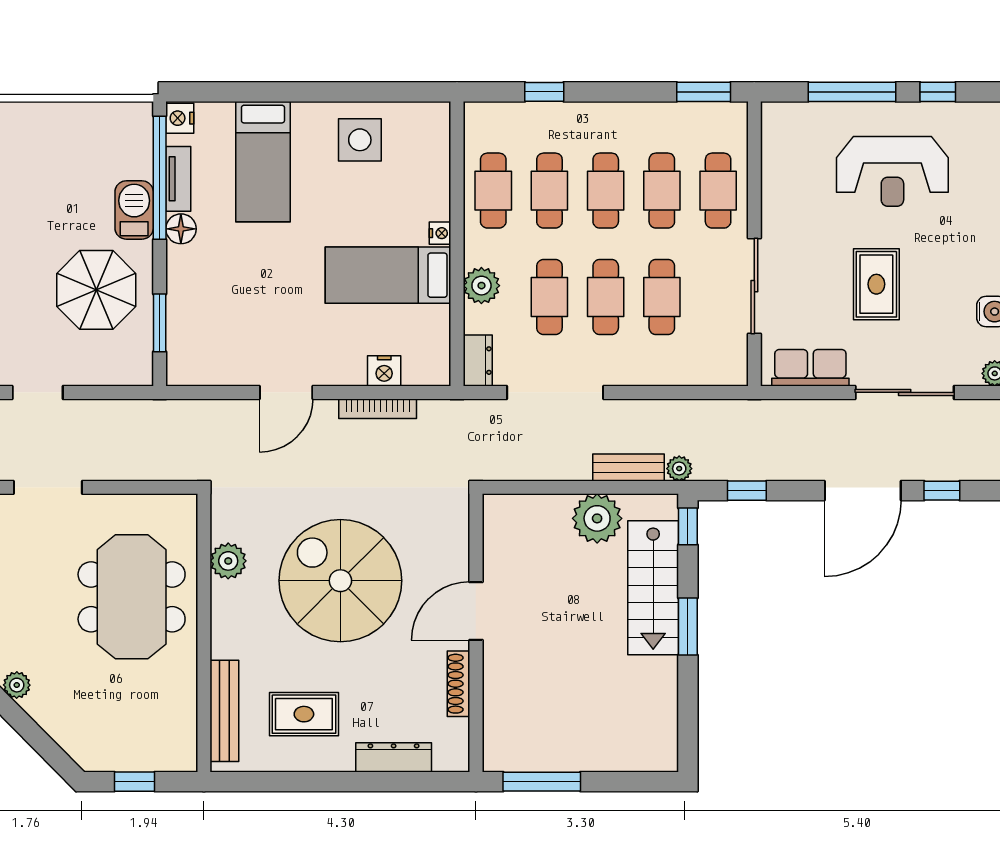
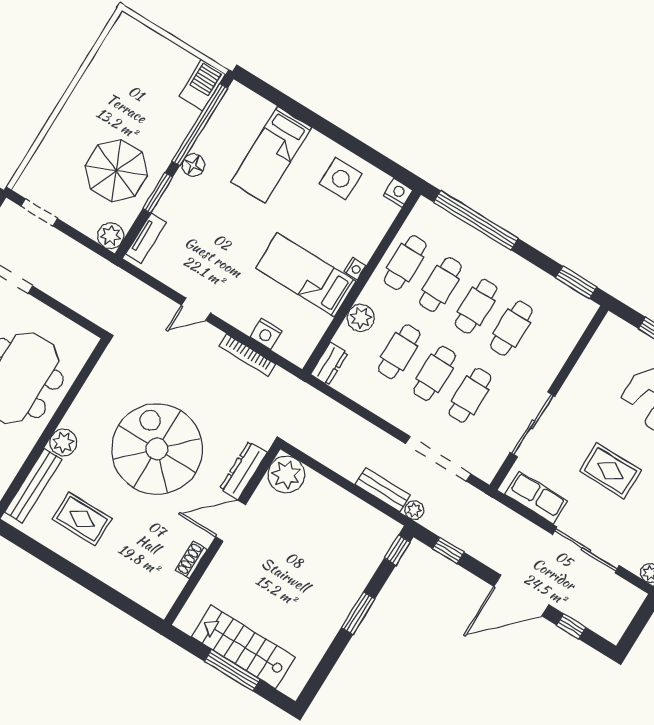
window: (544, 92) -> (476, 220), width x3.17
nightstand: (180, 118) -> (398, 193), moved, turned 90
tv unit: (178, 179) -> (146, 238), moved
cafe table: (718, 191) -> (547, 350), removed
barbecue: (134, 210) -> (202, 85), moved
rug: (876, 284) -> (610, 471), turned 90
window: (160, 323) -> (158, 193), moved
plant: (136, 369) -> (111, 236), added
door: (286, 392) -> (196, 309), width x0.73
doorway: (555, 392) -> (438, 459), moved
plant: (597, 518) -> (286, 475), moved
plant: (228, 561) -> (63, 442), moved
stairs: (653, 588) -> (243, 647), moved, turned 90
shoe rack: (458, 684) -> (191, 560), width x0.70
dresser: (394, 757) -> (243, 470), moved, turned -90
window: (542, 782) -> (232, 670), moved

